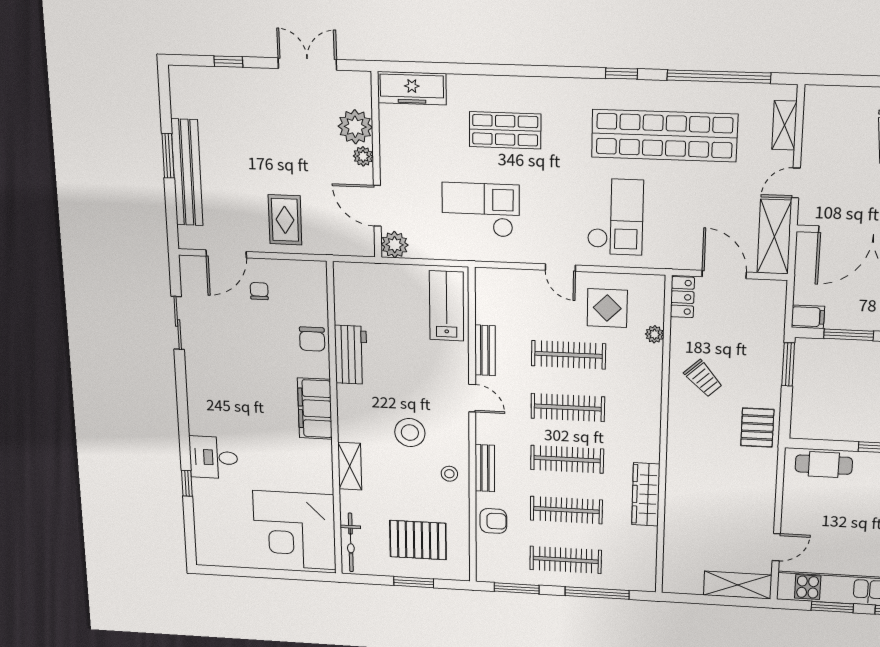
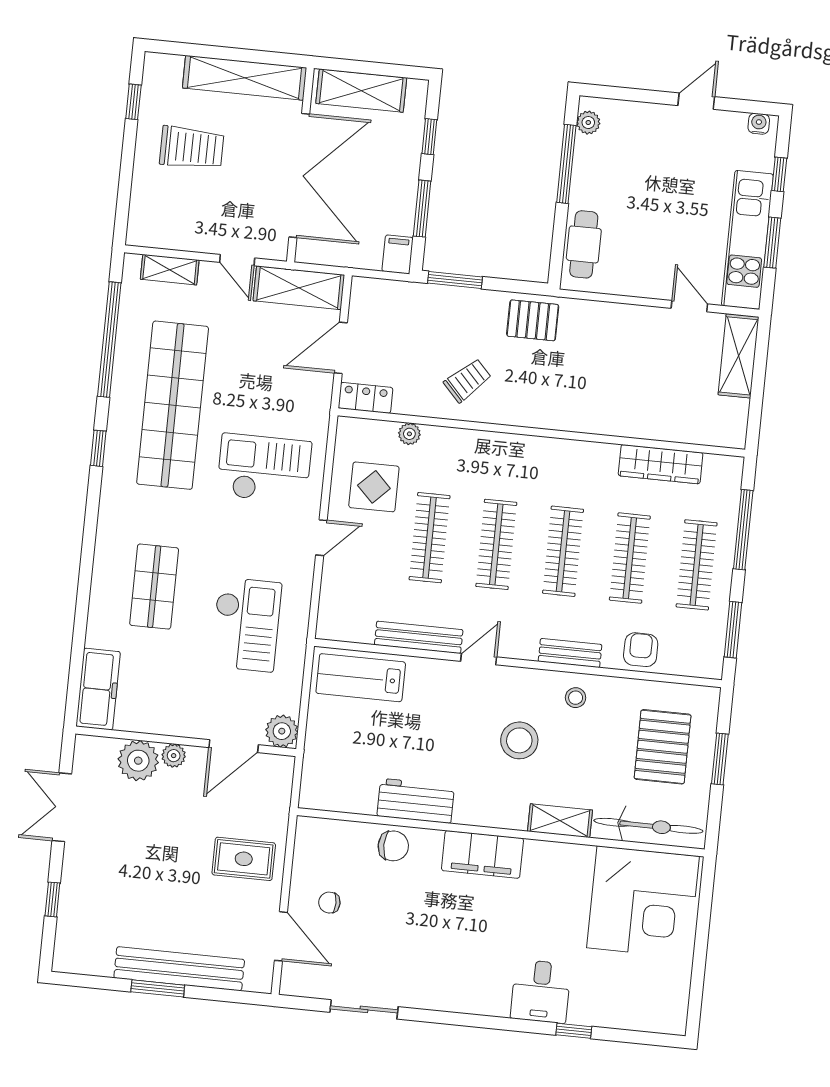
checkout: (481, 210) -> (246, 625), turned 180
bench: (485, 350) -> (419, 637), width x1.36
wardrobe: (646, 494) -> (661, 464), moved
bicycle: (351, 542) -> (648, 826), width x1.37, depth x1.40

